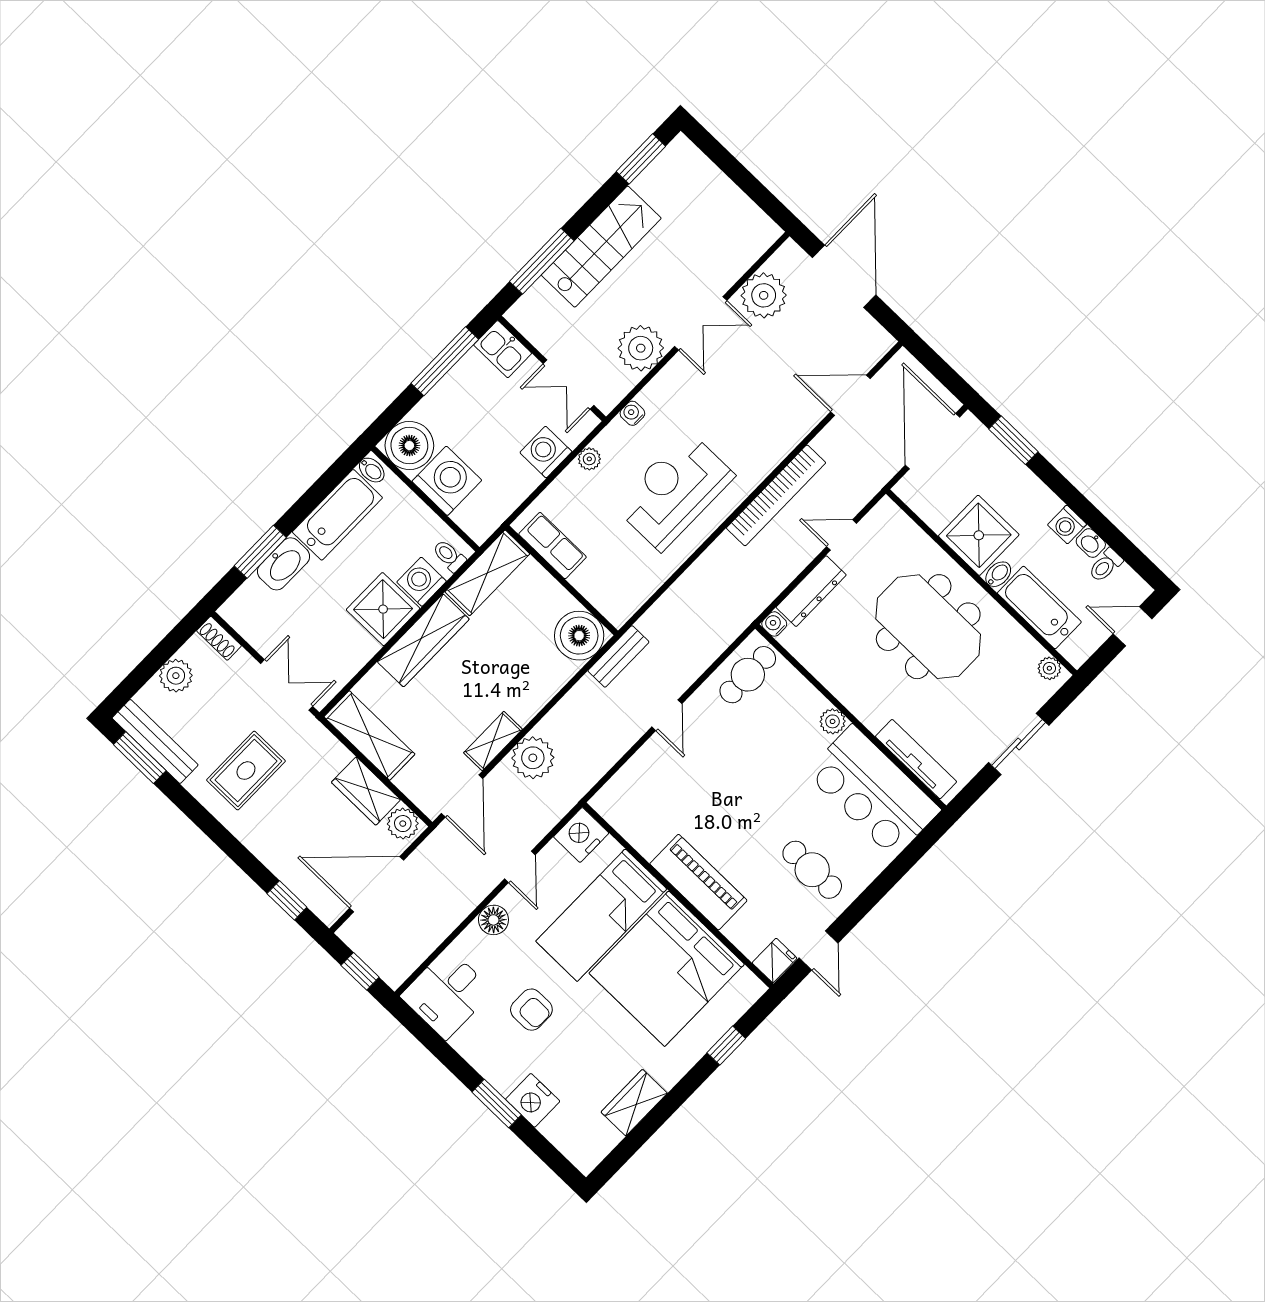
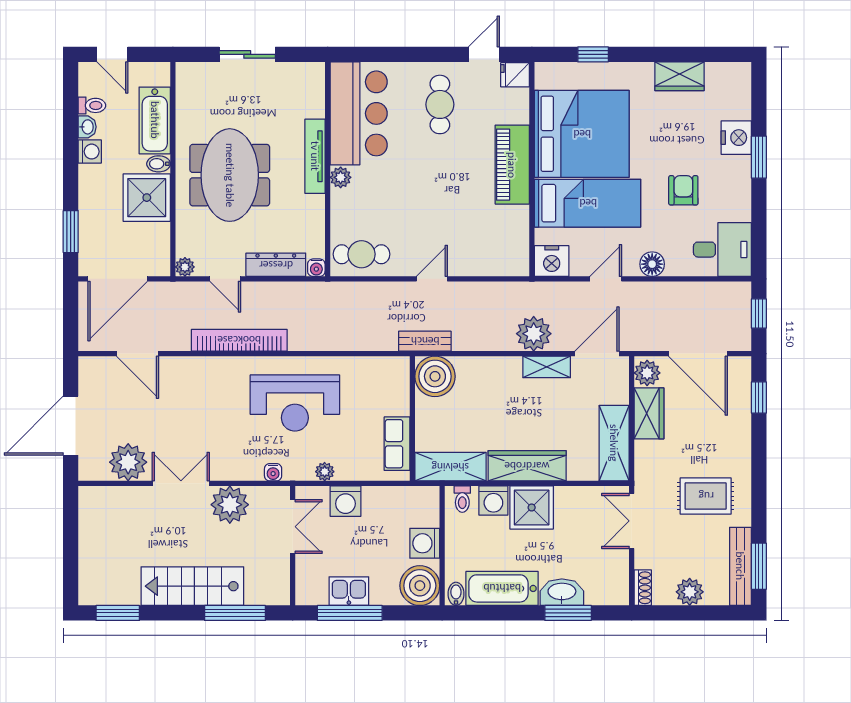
kitchen sink: (503, 349) -> (349, 591), moved, turned -90
washing machine: (447, 481) -> (425, 543), width x0.73, depth x0.73
plant: (1049, 668) -> (185, 267), moved
tv unit: (916, 759) -> (315, 156), moved

